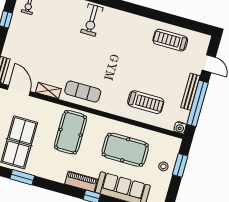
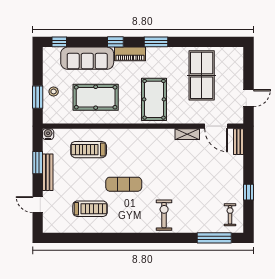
treadmill: (170, 40) -> (90, 209), moved
exercise mat: (83, 91) -> (124, 184), moved
window: (197, 103) -> (38, 163), width x0.47
window: (22, 177) -> (156, 42), moved

